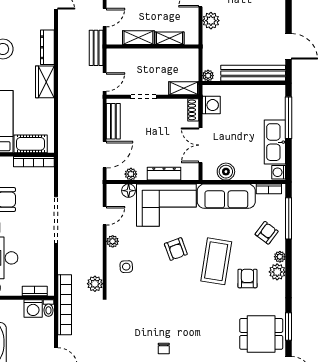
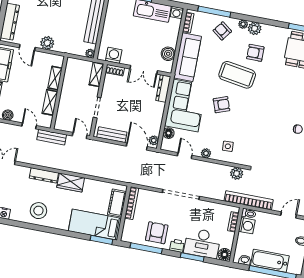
plant: (131, 174) -> (154, 140), moved
dresser: (164, 174) -> (163, 88), moved

